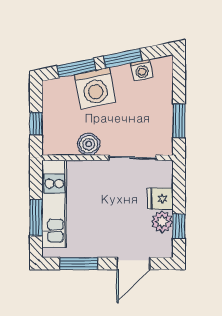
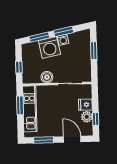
washing machine: (142, 70) -> (63, 40), moved
window: (179, 121) -> (94, 51), moved
window: (36, 218) -> (20, 105), moved
door: (133, 264) -> (72, 139), swing flipped

